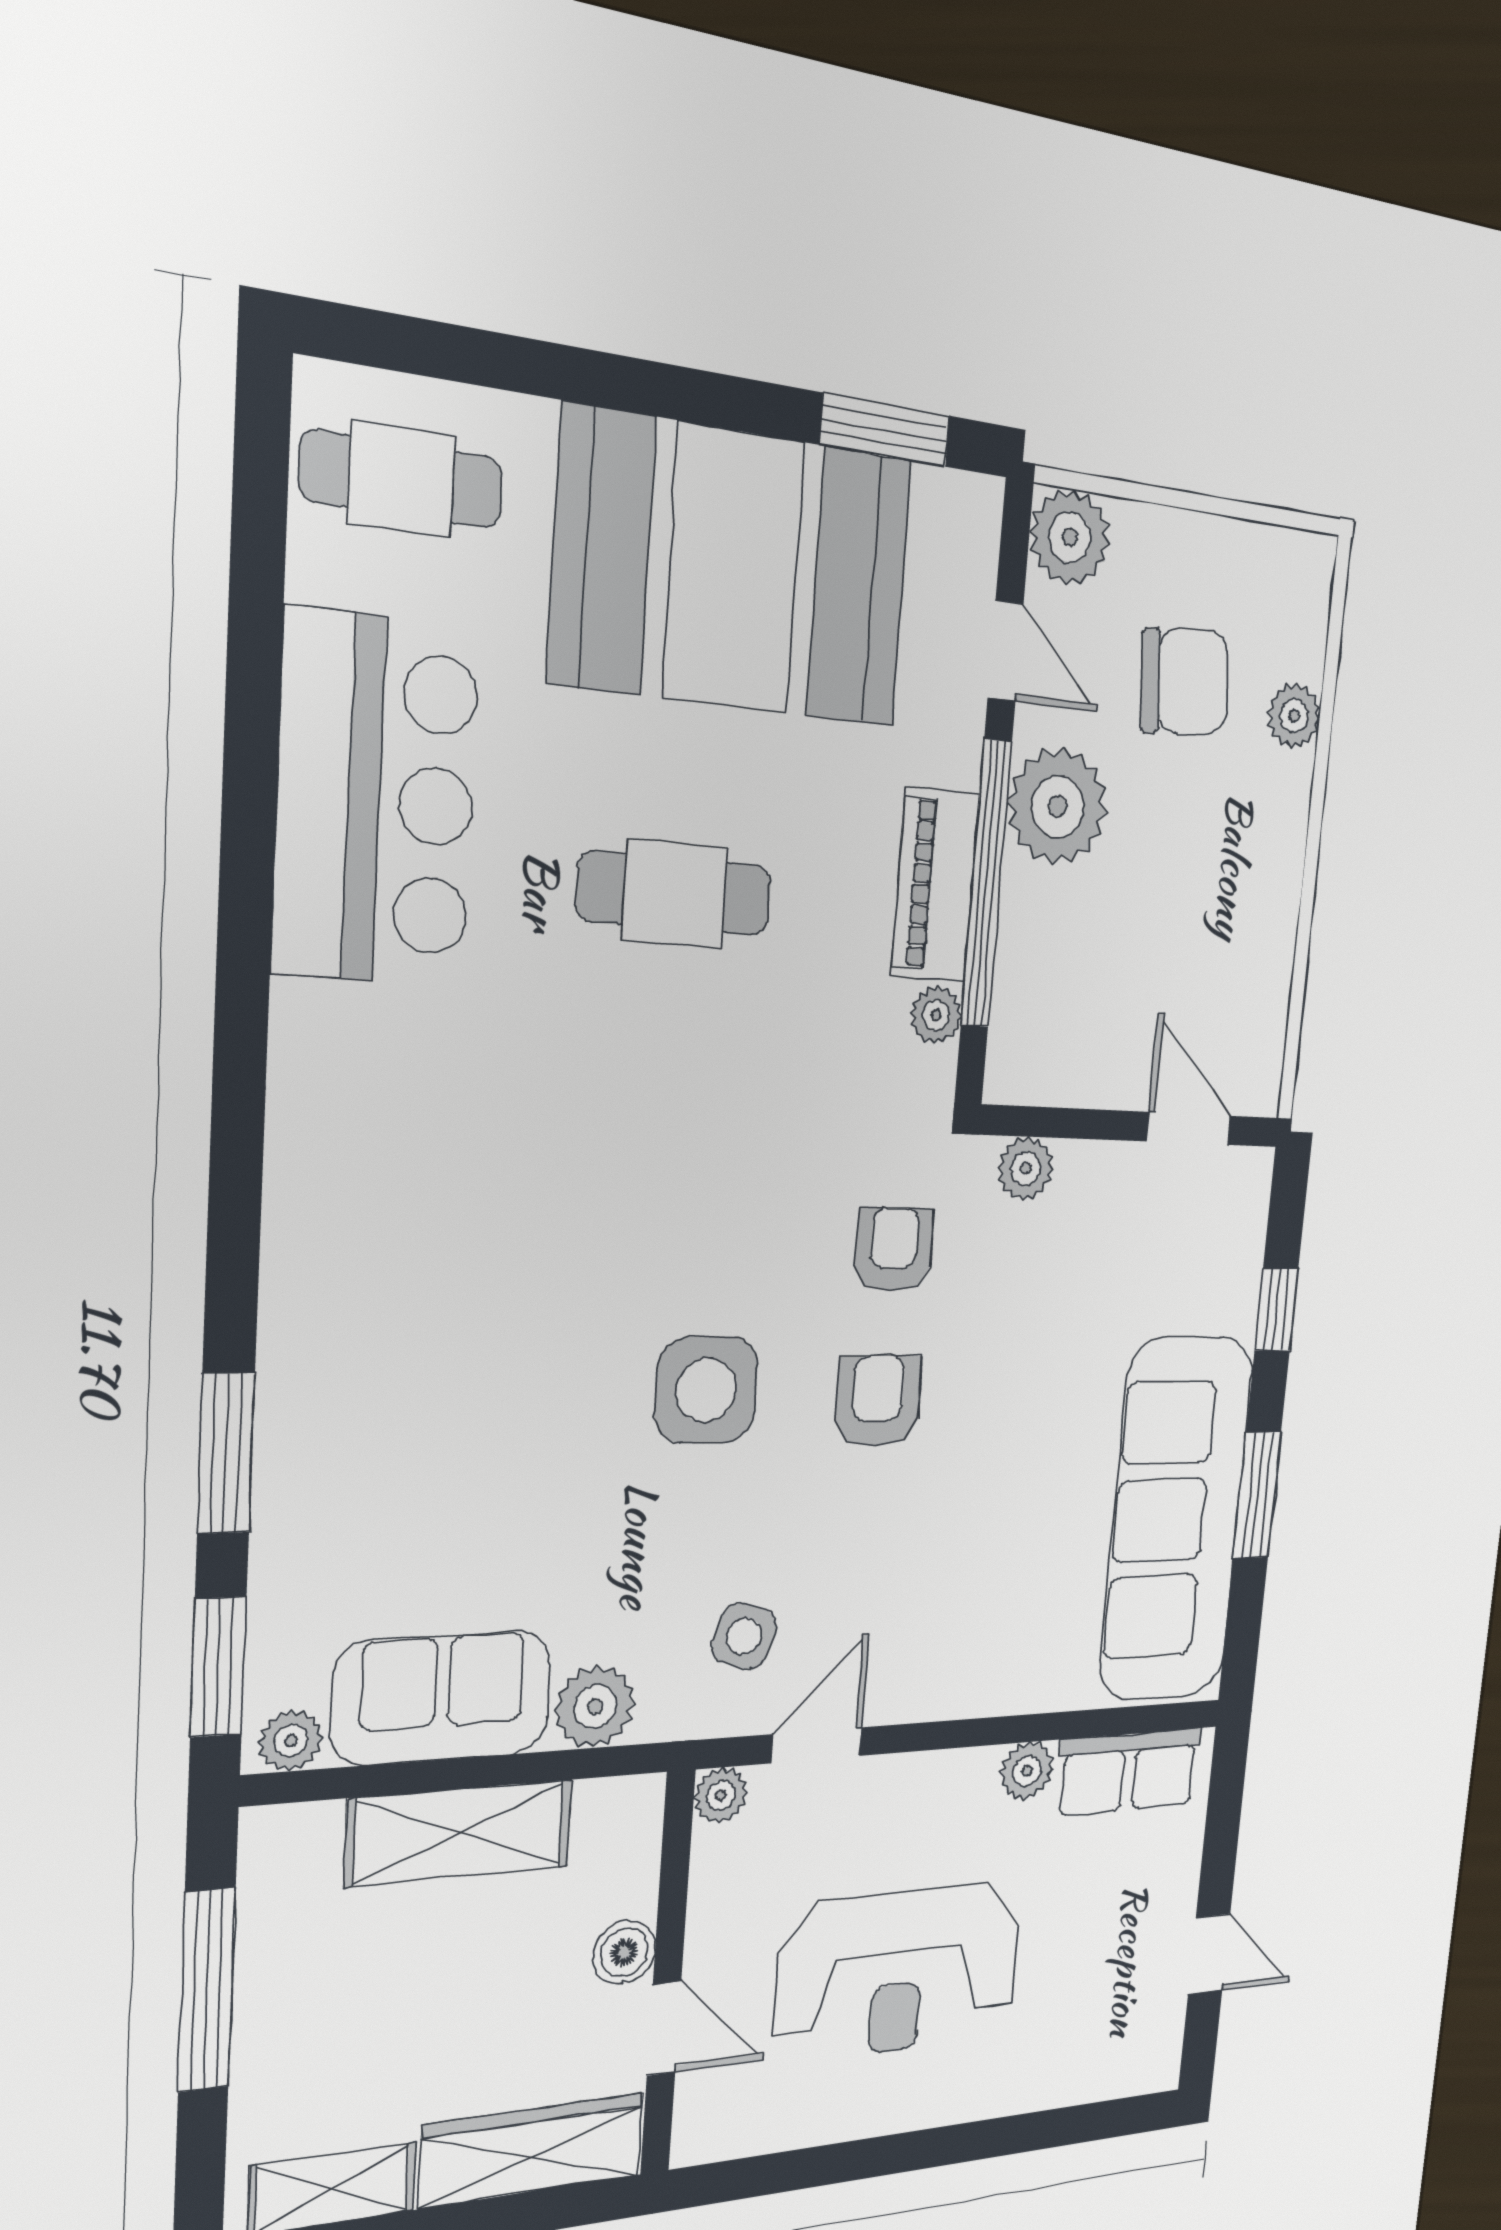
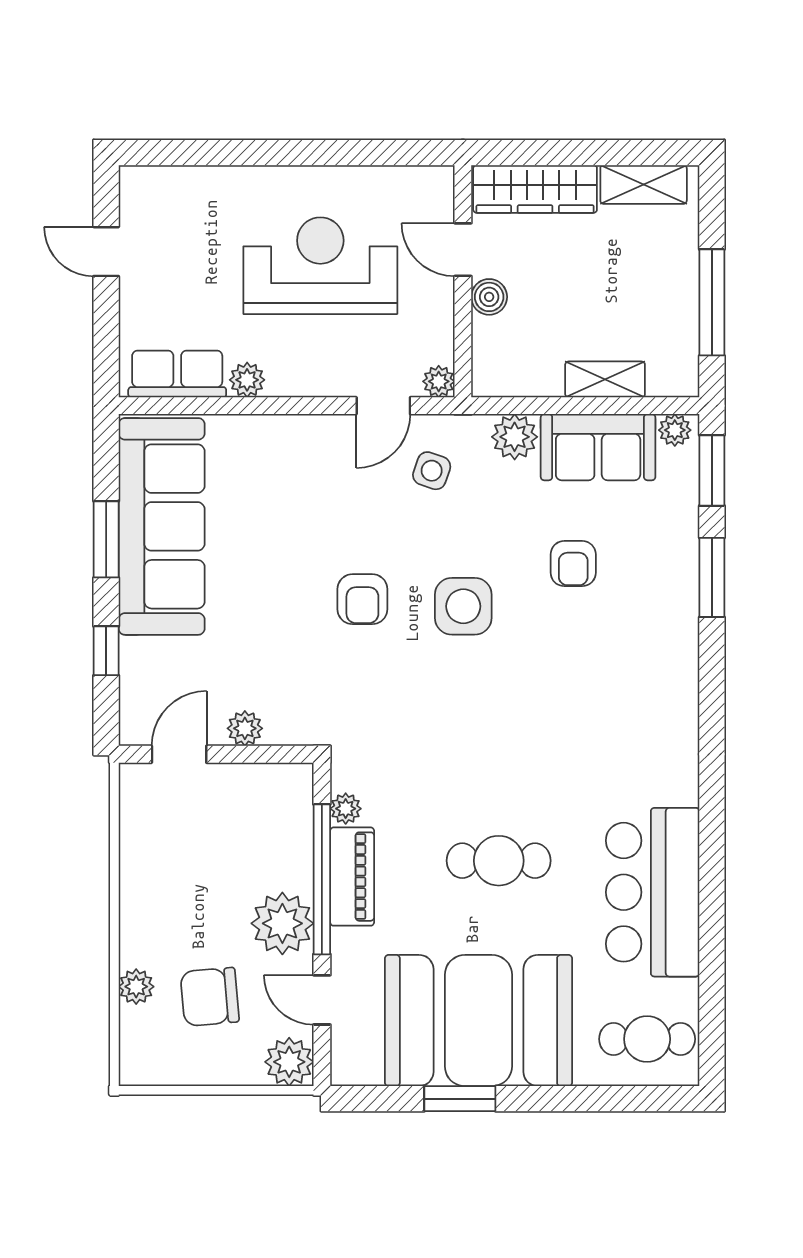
window: (885, 430) -> (460, 1099), moved
door: (1189, 1129) -> (179, 754), swing flipped
plant: (1026, 1169) -> (245, 728), moved
armchair: (894, 1250) -> (573, 564), moved
shelving: (459, 1833) -> (605, 379), width x0.67, depth x0.75

